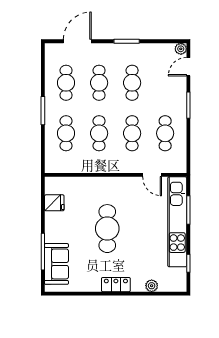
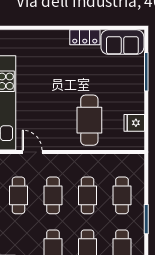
cafe table: (107, 229) -> (89, 120), moved
sofa: (56, 264) -> (122, 42), moved, turned -90
locker: (116, 285) -> (85, 37), moved
plant: (152, 286) -> (33, 36), removed

